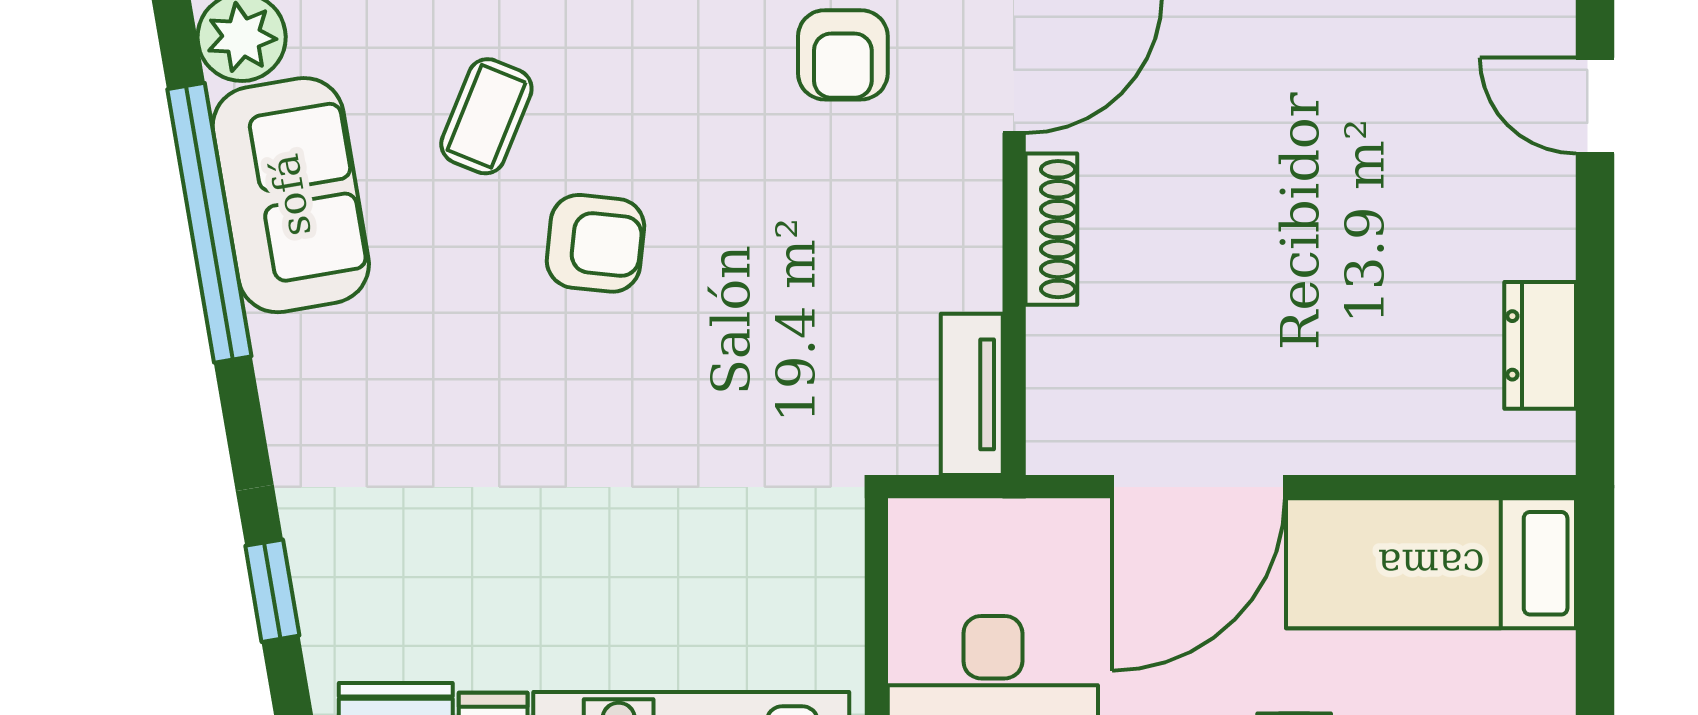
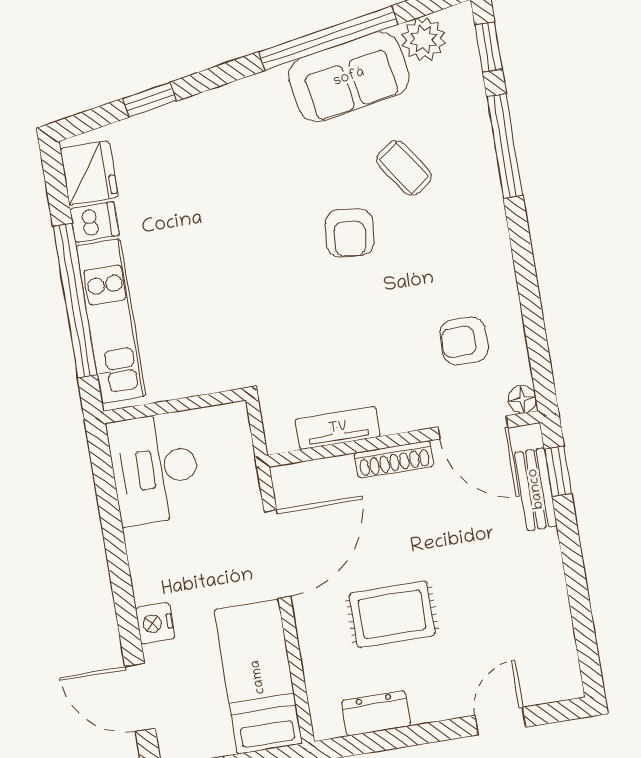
coffee table: (486, 116) -> (404, 168), turned 33
rug: (1352, 282) -> (392, 614), added
tv unit: (972, 394) -> (338, 428), moved
door: (1198, 487) -> (277, 554), swing flipped

